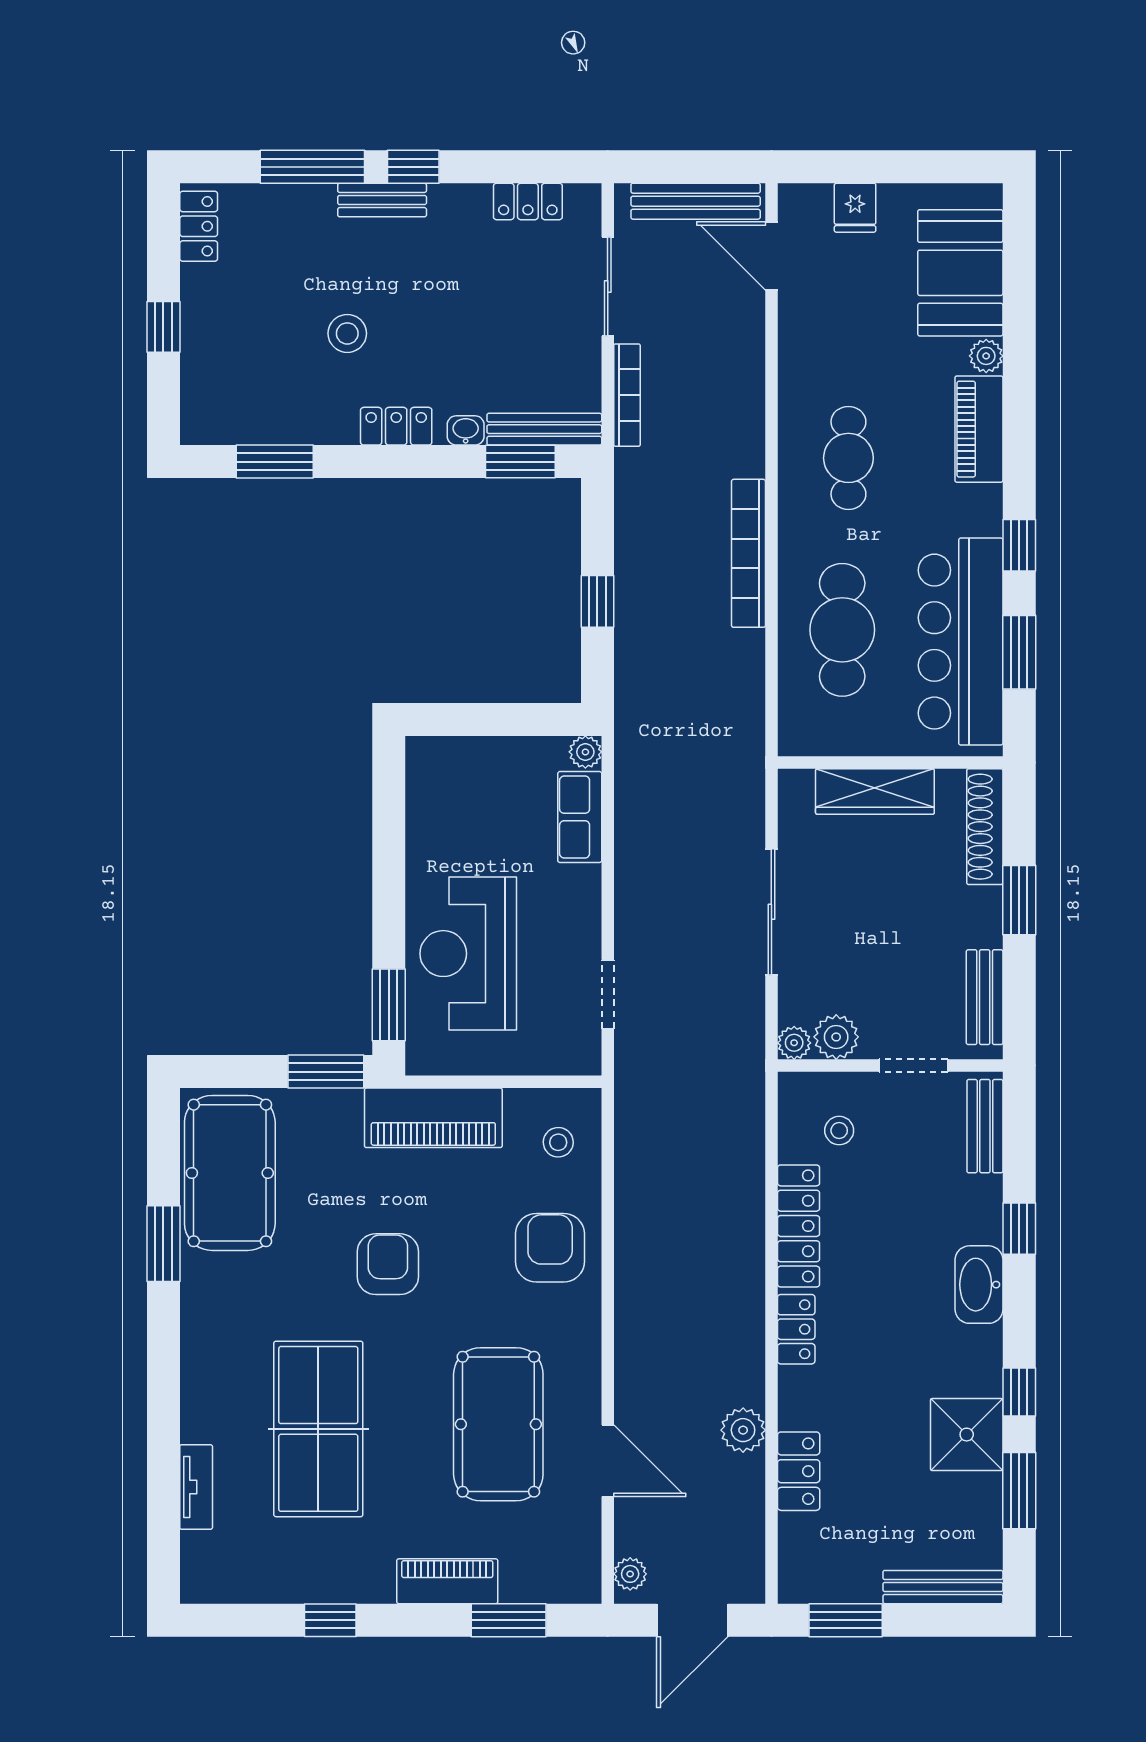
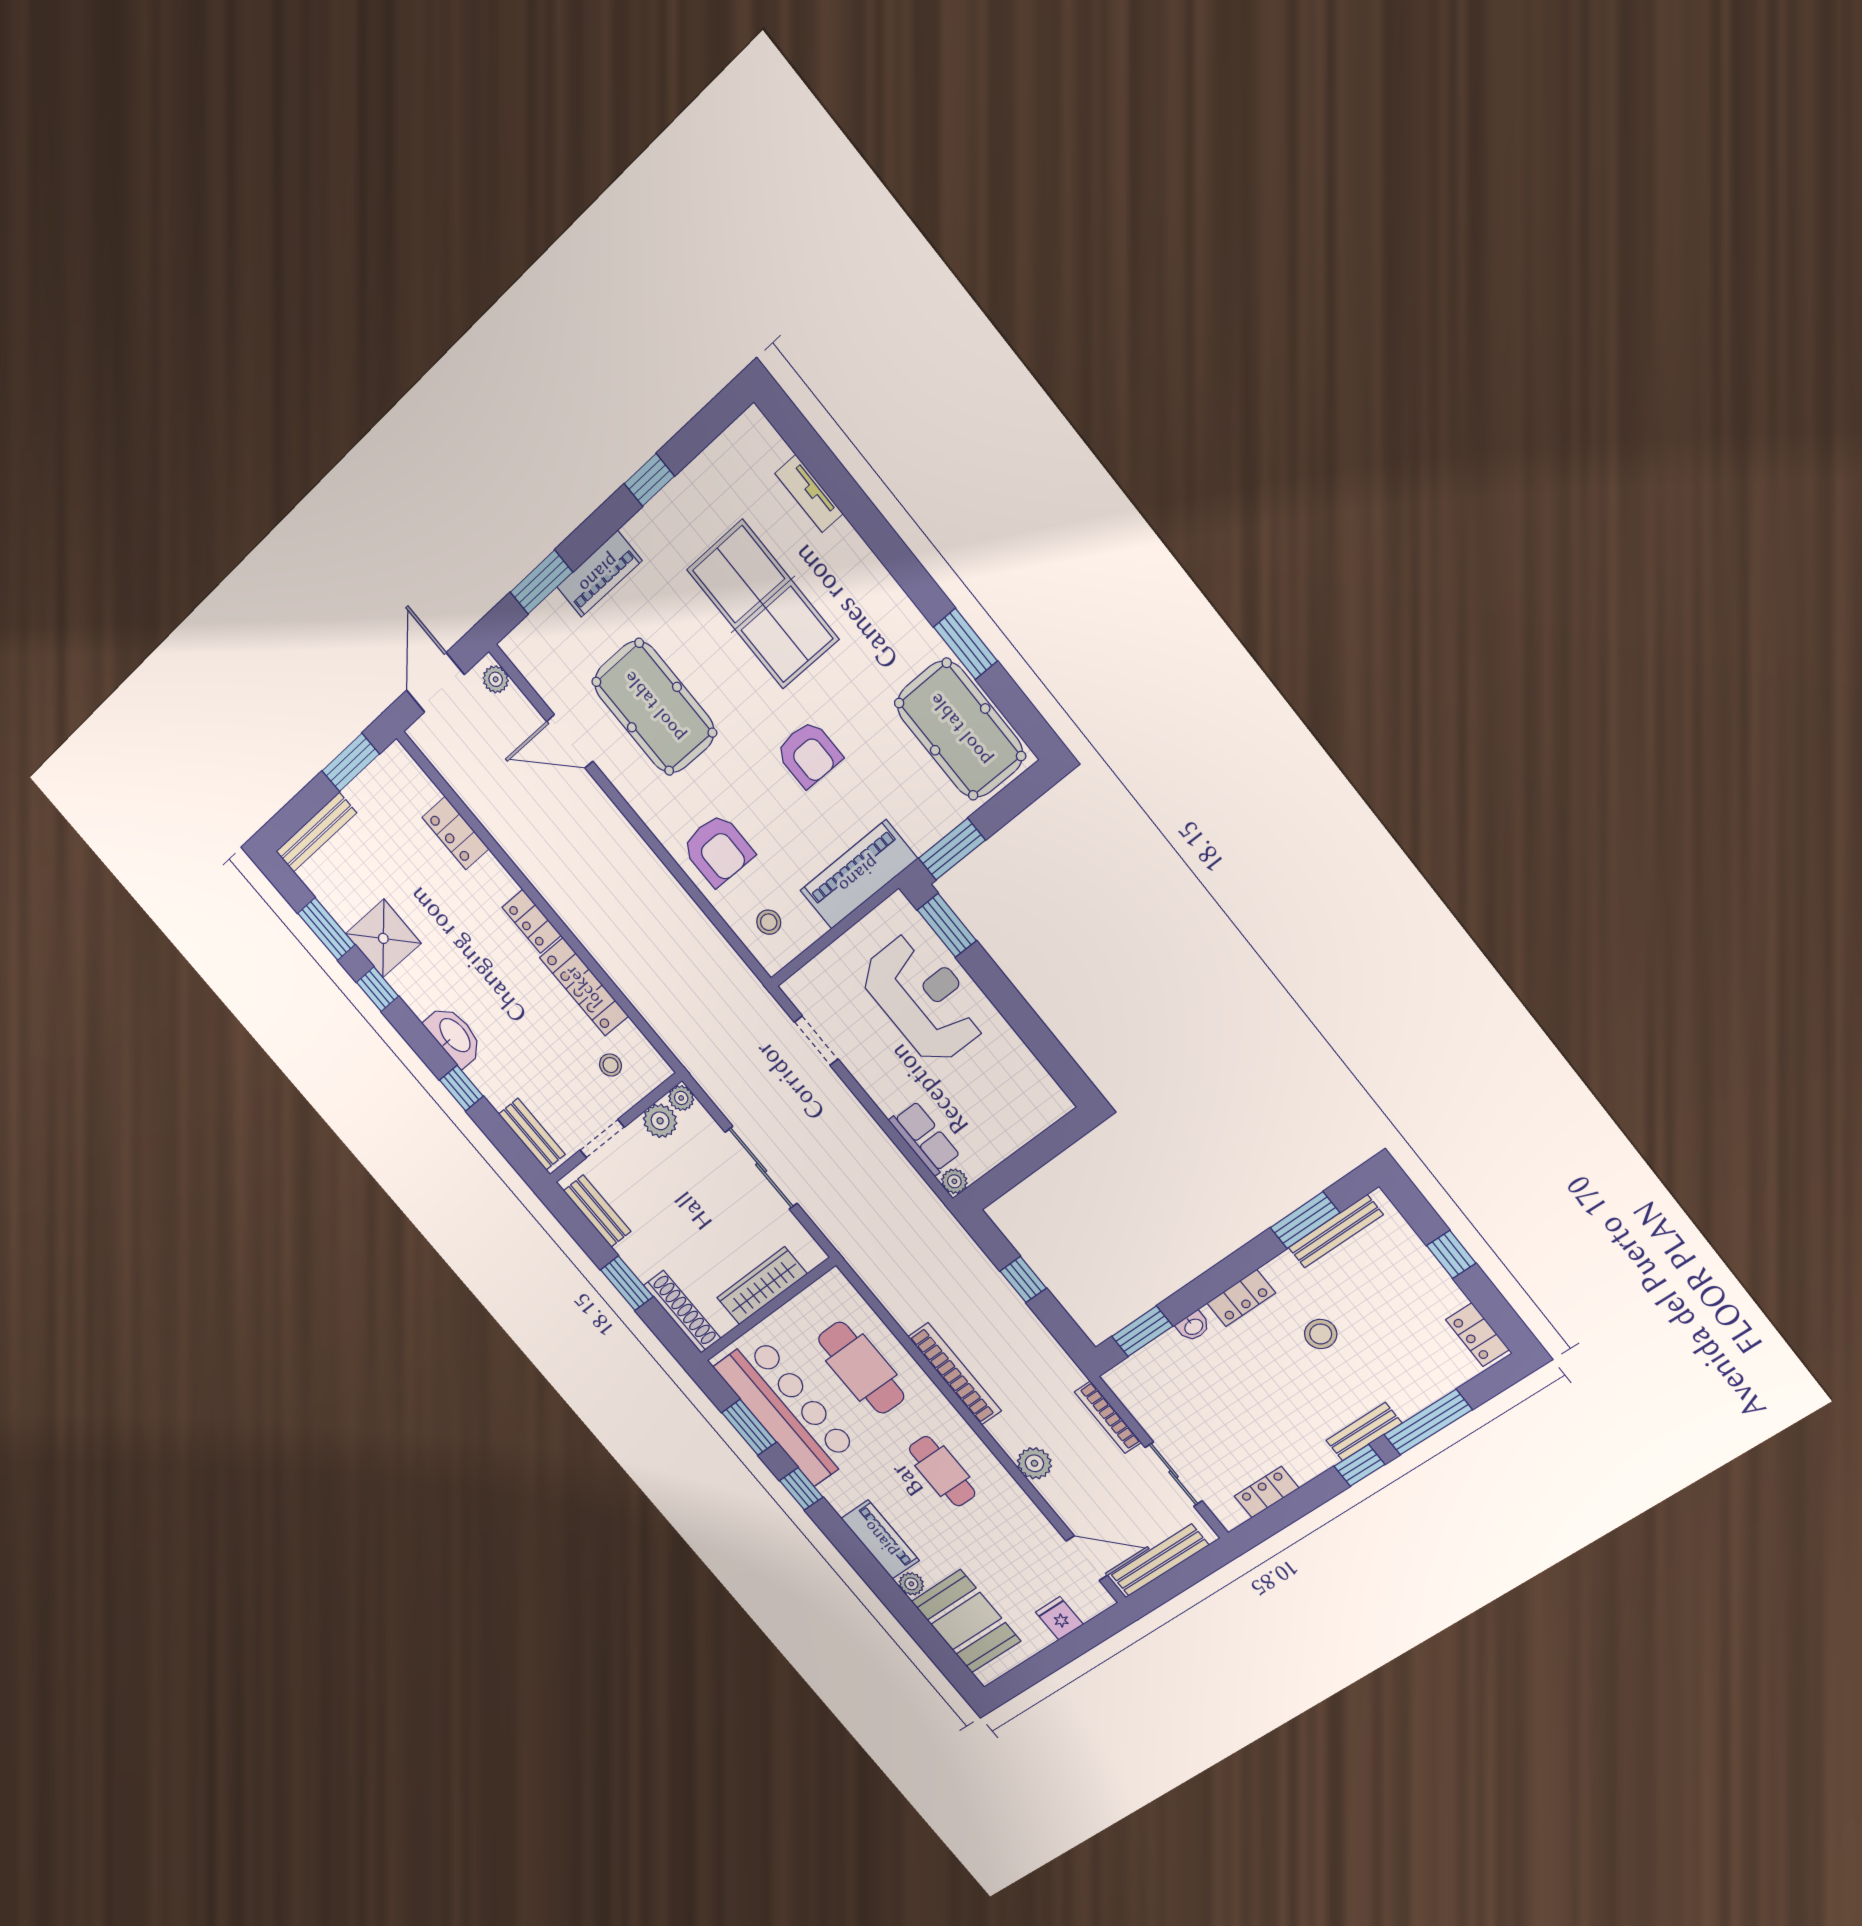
bench: (544, 429) -> (1336, 1231), moved
plant: (743, 1430) -> (1034, 1463), moved

